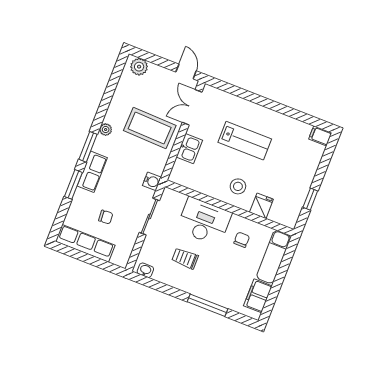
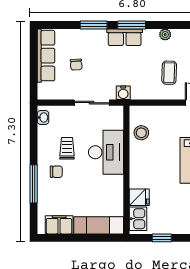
coffee table: (150, 128) -> (169, 73), width x0.54, depth x0.58
plant: (106, 130) -> (165, 35), moved
kitchen sink: (189, 149) -> (138, 219), moved, turned -90
row of seats: (92, 172) -> (125, 37), moved
stool: (238, 186) -> (141, 133), moved
chair: (242, 240) -> (56, 172), moved

